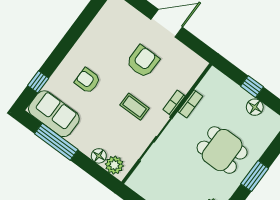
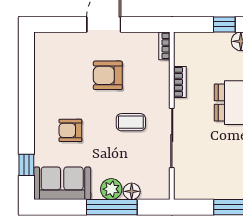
armchair: (143, 61) -> (108, 75), turned -90
bookcase: (174, 103) -> (164, 46), moved
window: (56, 142) -> (112, 207), moved
plant: (114, 165) -> (111, 189), moved

